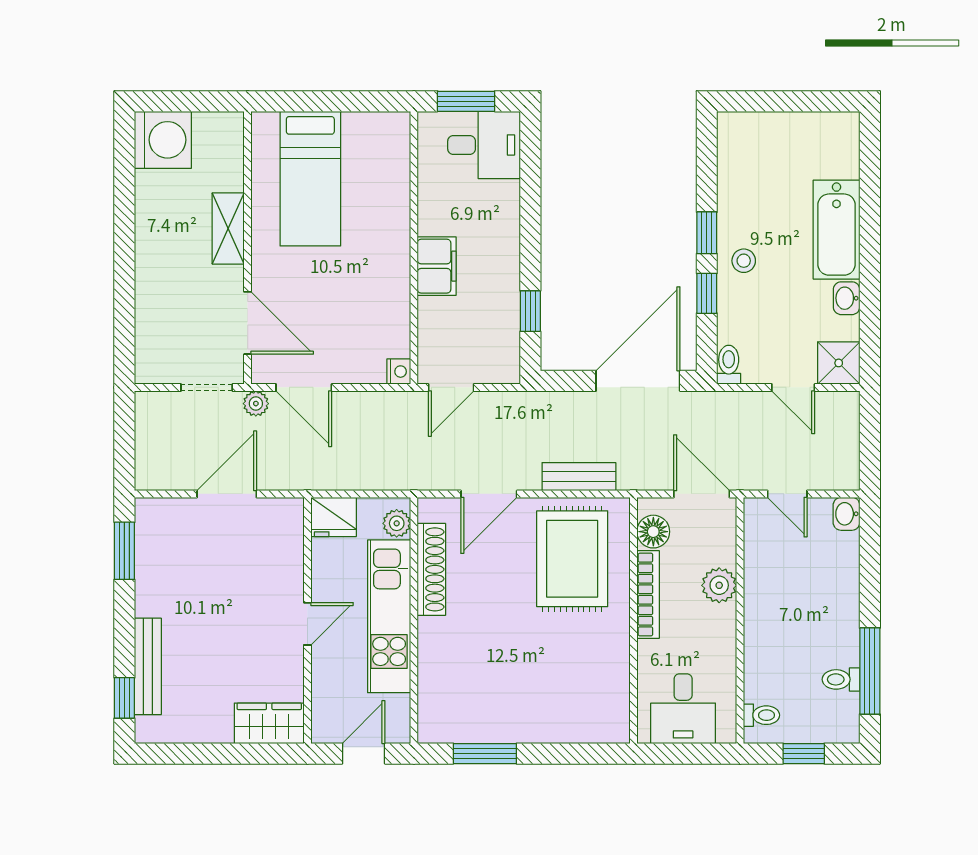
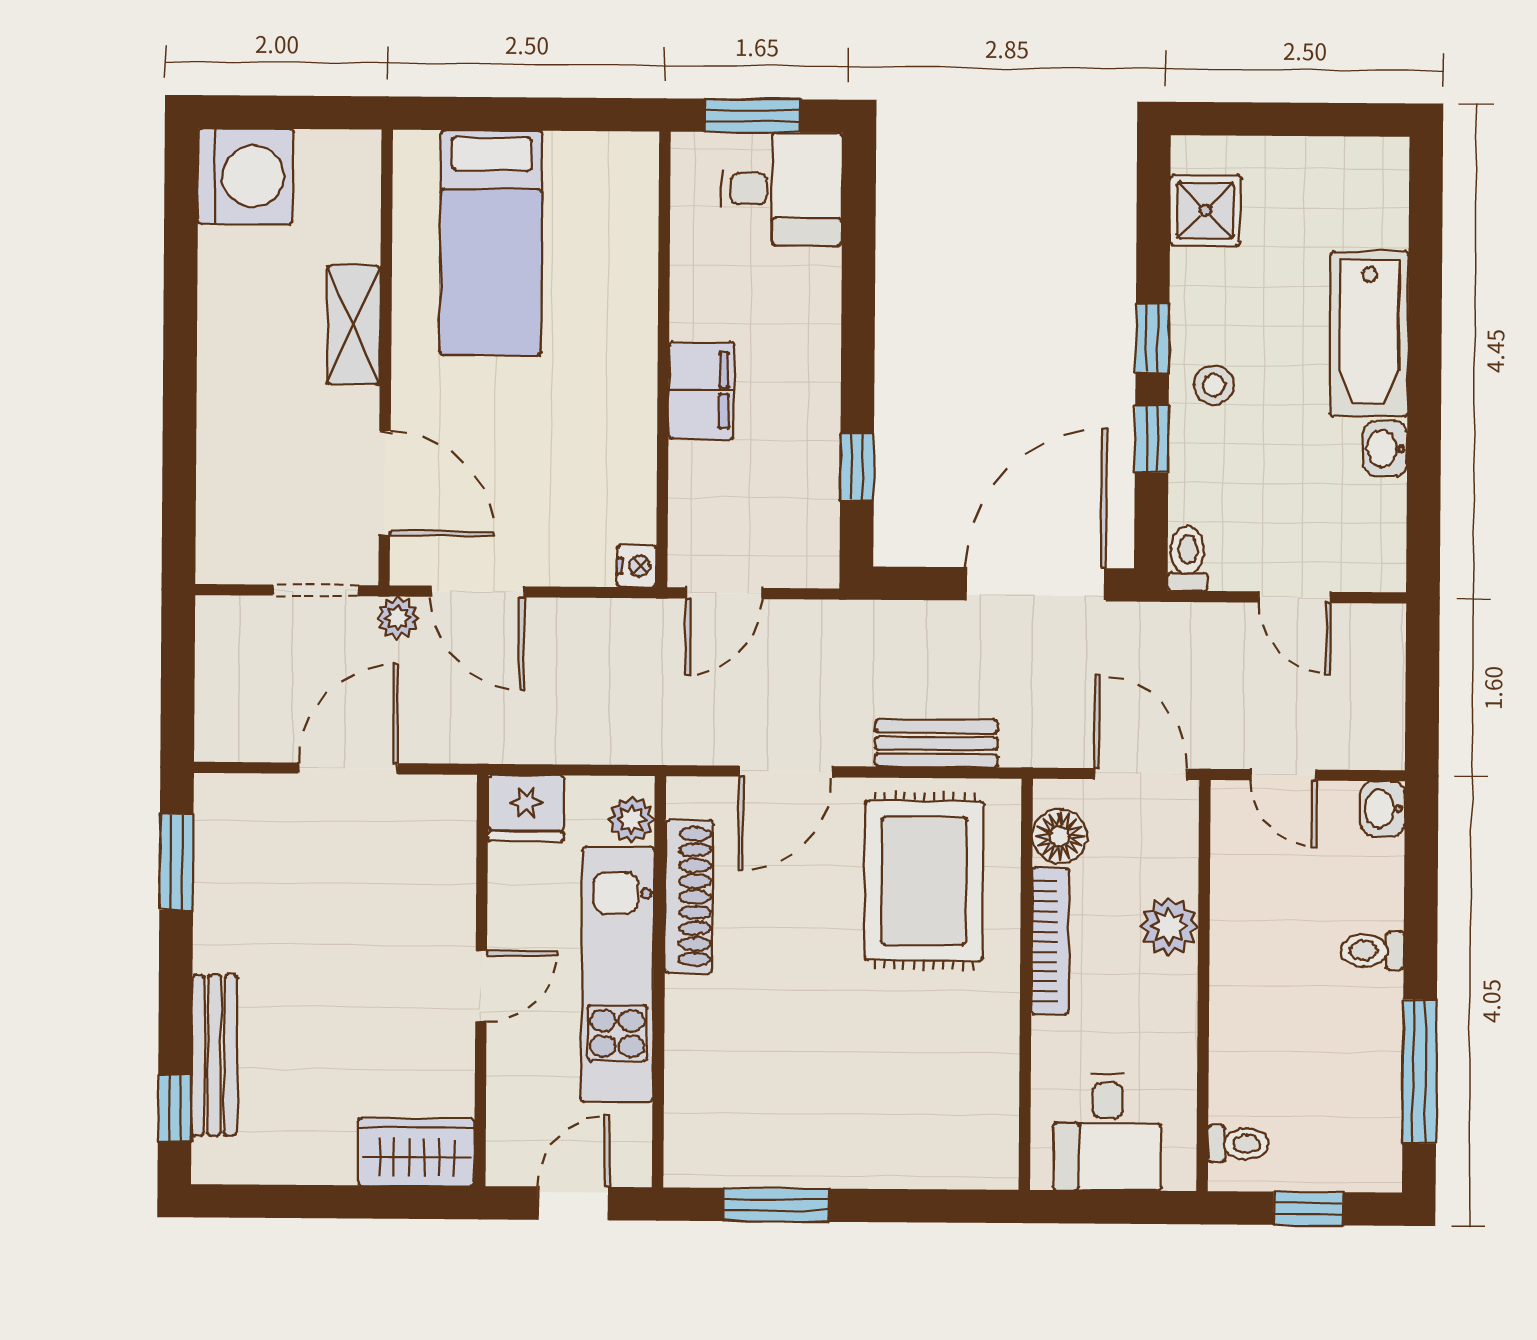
shower: (839, 363) -> (1205, 210), moved
toilet: (841, 679) -> (1372, 951), moved

